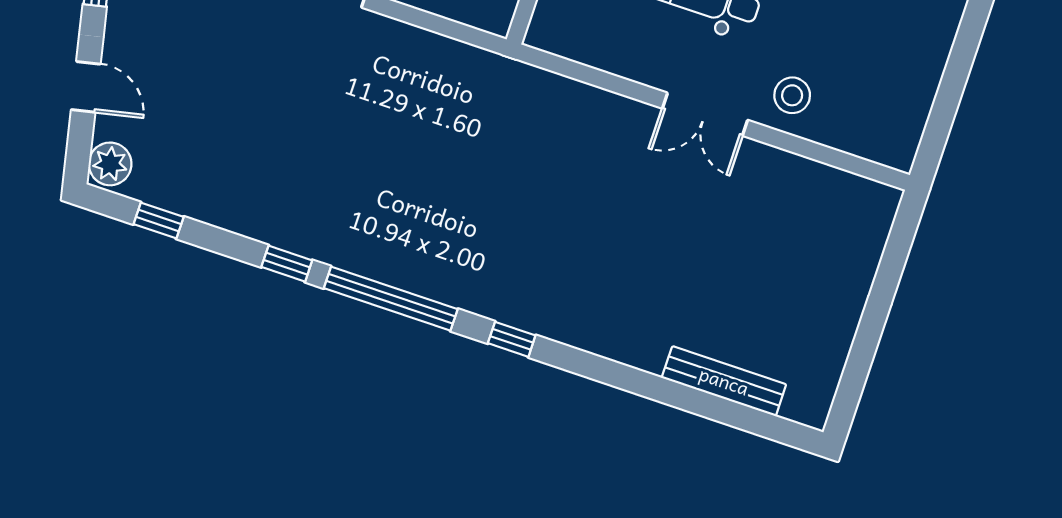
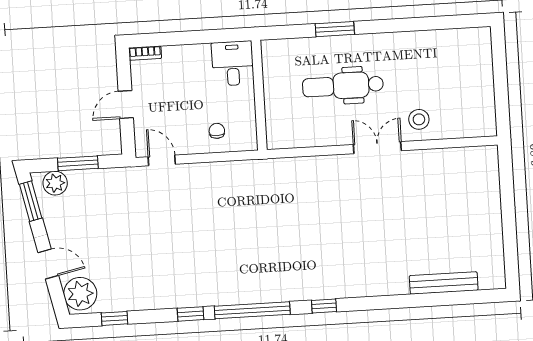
double door: (705, 114) -> (377, 148), swing flipped
plant: (110, 164) -> (80, 294), width x1.36, depth x1.36

